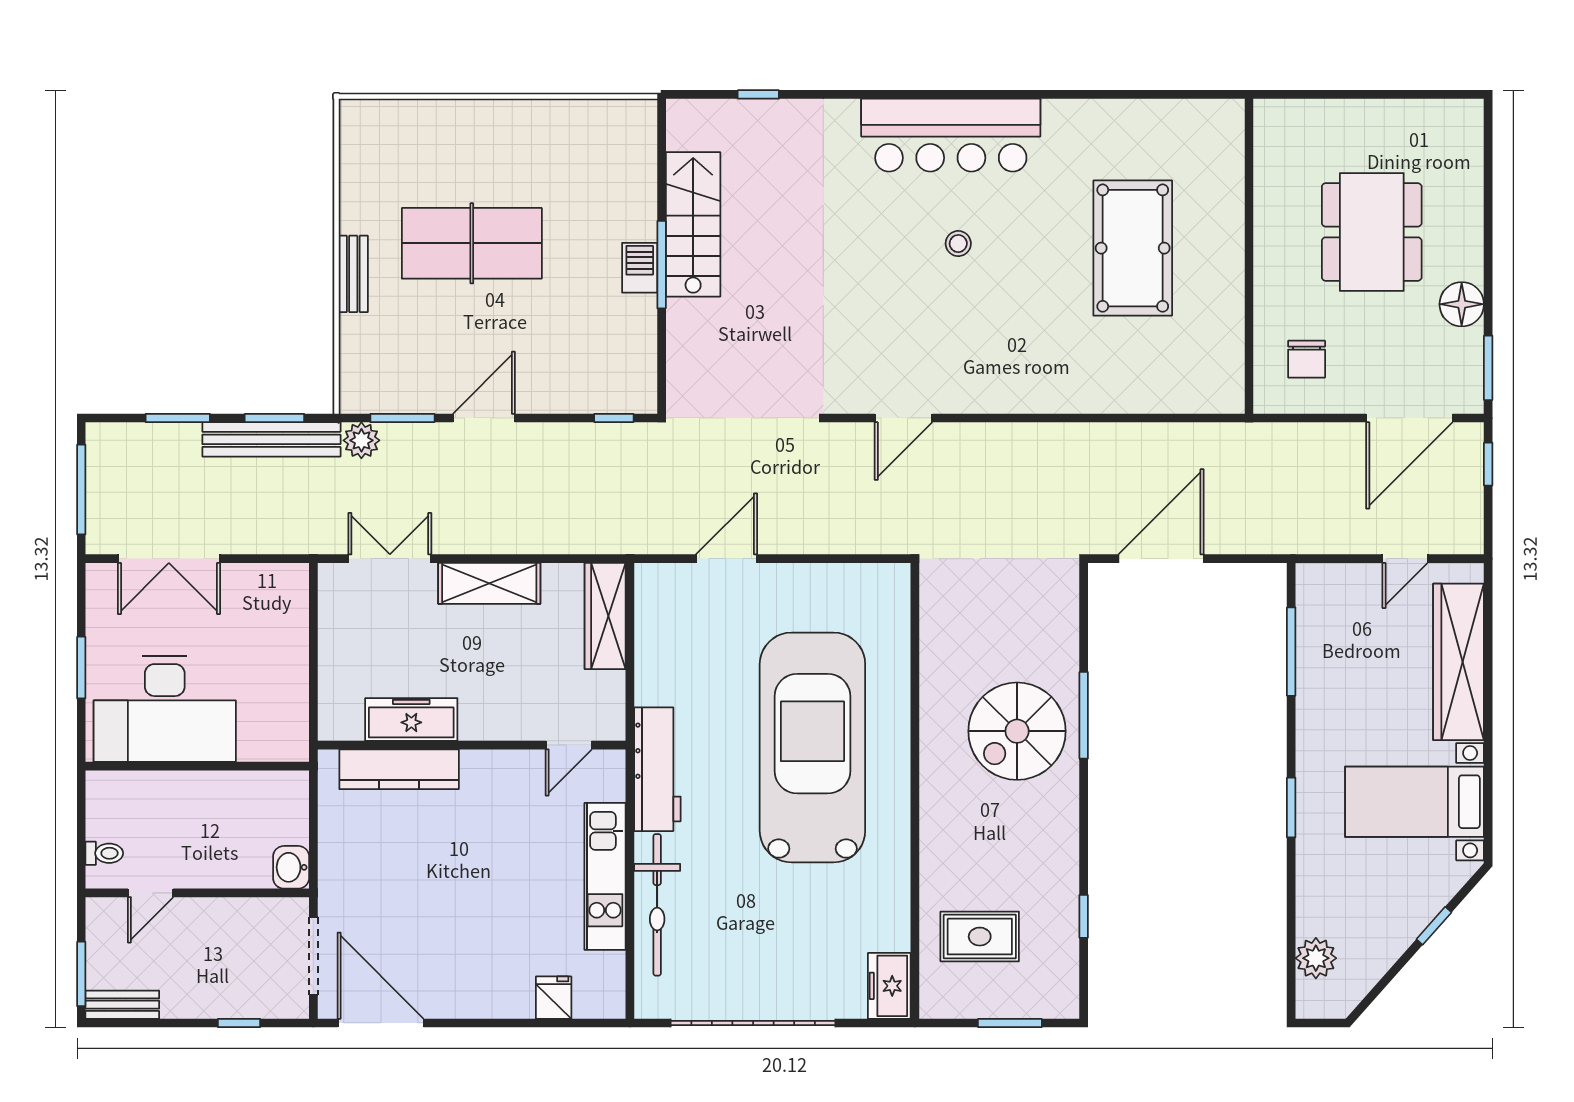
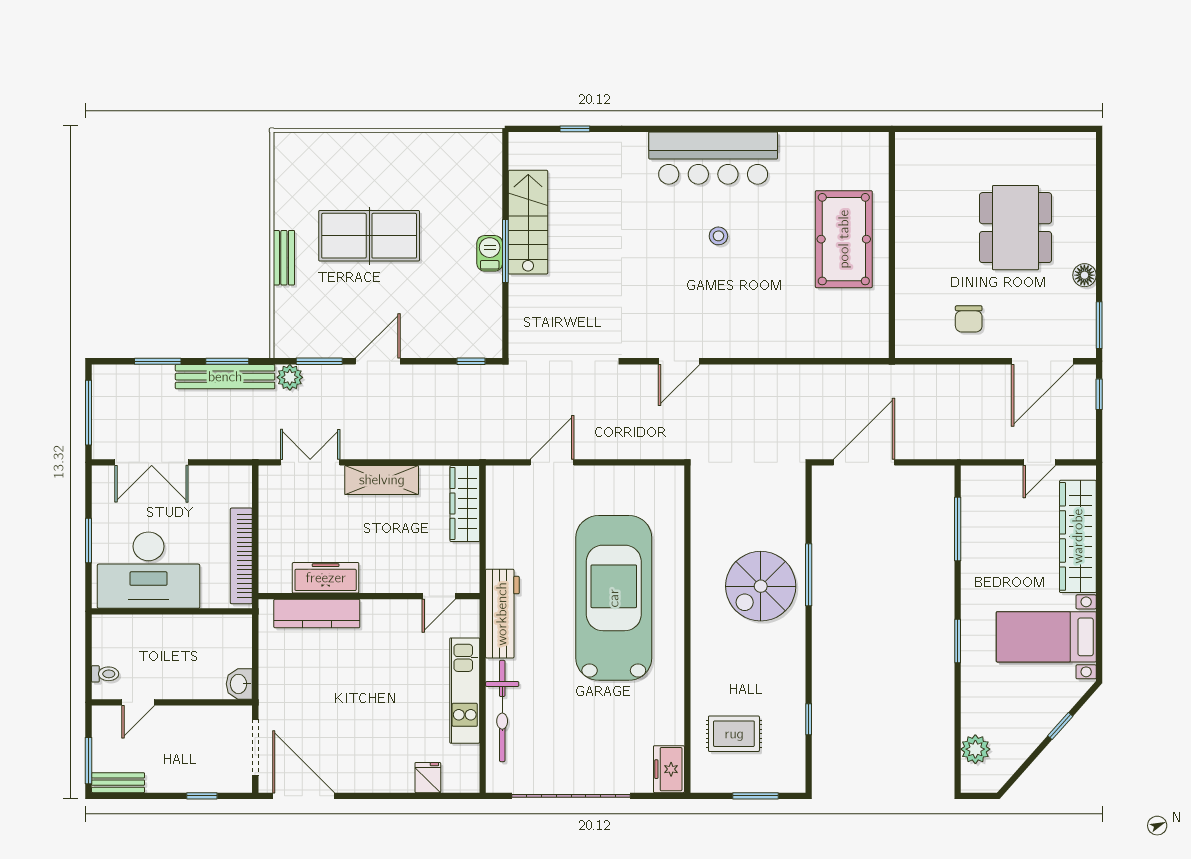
wall: (1249, 256) -> (892, 245), moved
floor lamp: (1462, 304) -> (1084, 275), width x0.73, depth x0.73
bookcase: (294, 689) -> (241, 556), added

